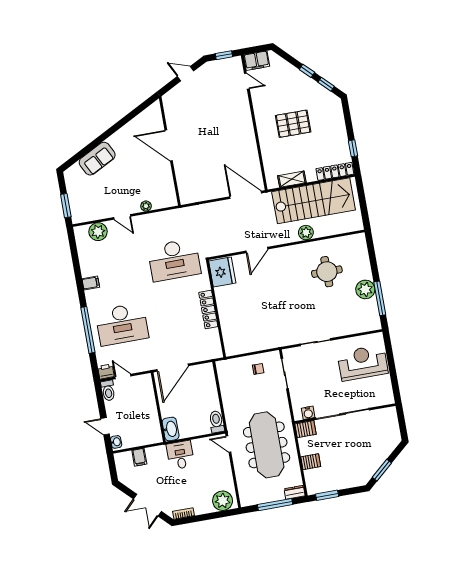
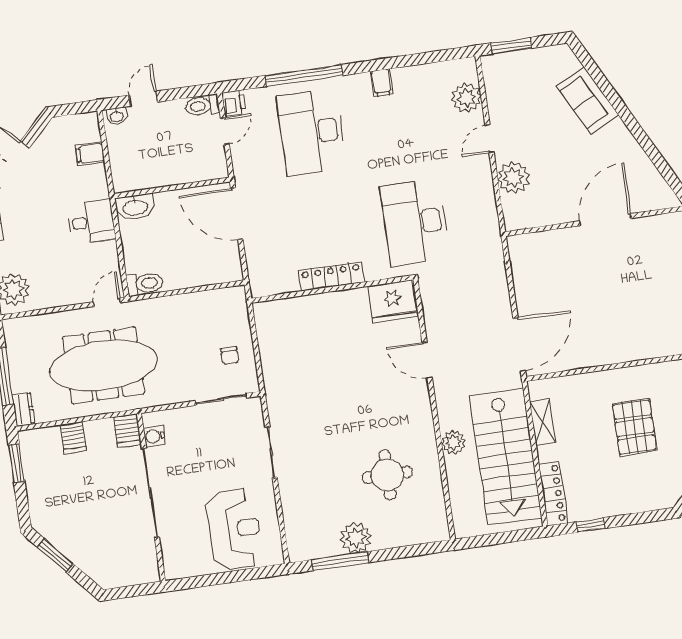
plant: (146, 206) -> (514, 178), width x1.88, depth x1.88

